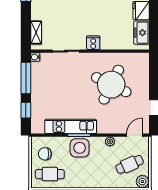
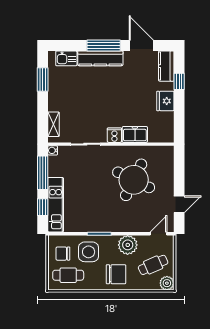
freezer: (141, 33) -> (135, 134), moved, turned 90
kitchen unit: (71, 126) -> (56, 205), moved, turned 90
plant: (110, 141) -> (128, 245), width x1.88, depth x1.88
side table: (80, 148) -> (89, 252), moved
chair: (95, 173) -> (116, 274), added

